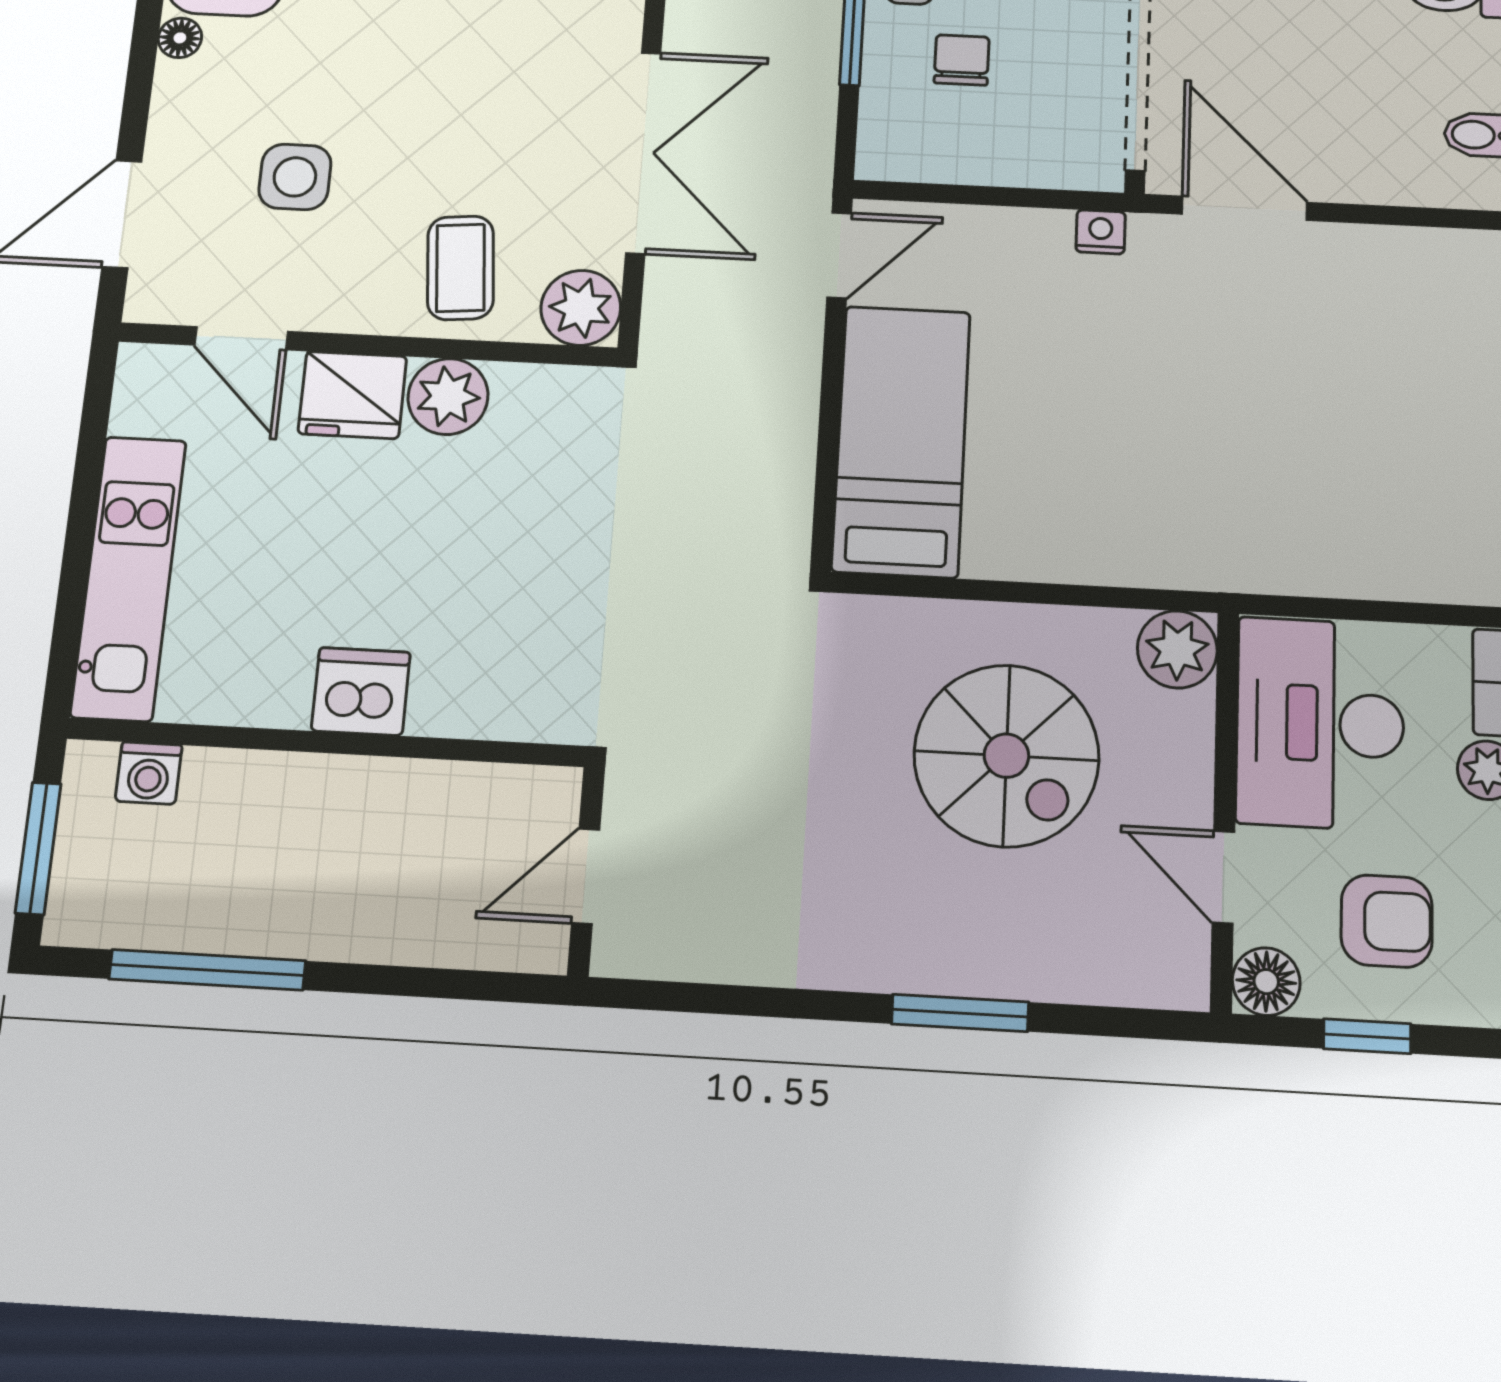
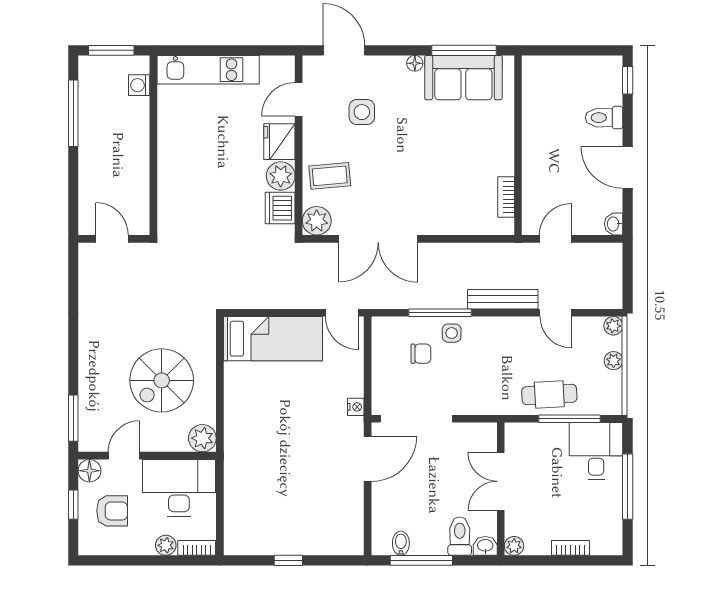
dishwasher: (361, 691) -> (280, 208), moved, turned 180
armchair: (1387, 921) -> (112, 511), turned -90
window: (960, 1013) -> (73, 418), moved

